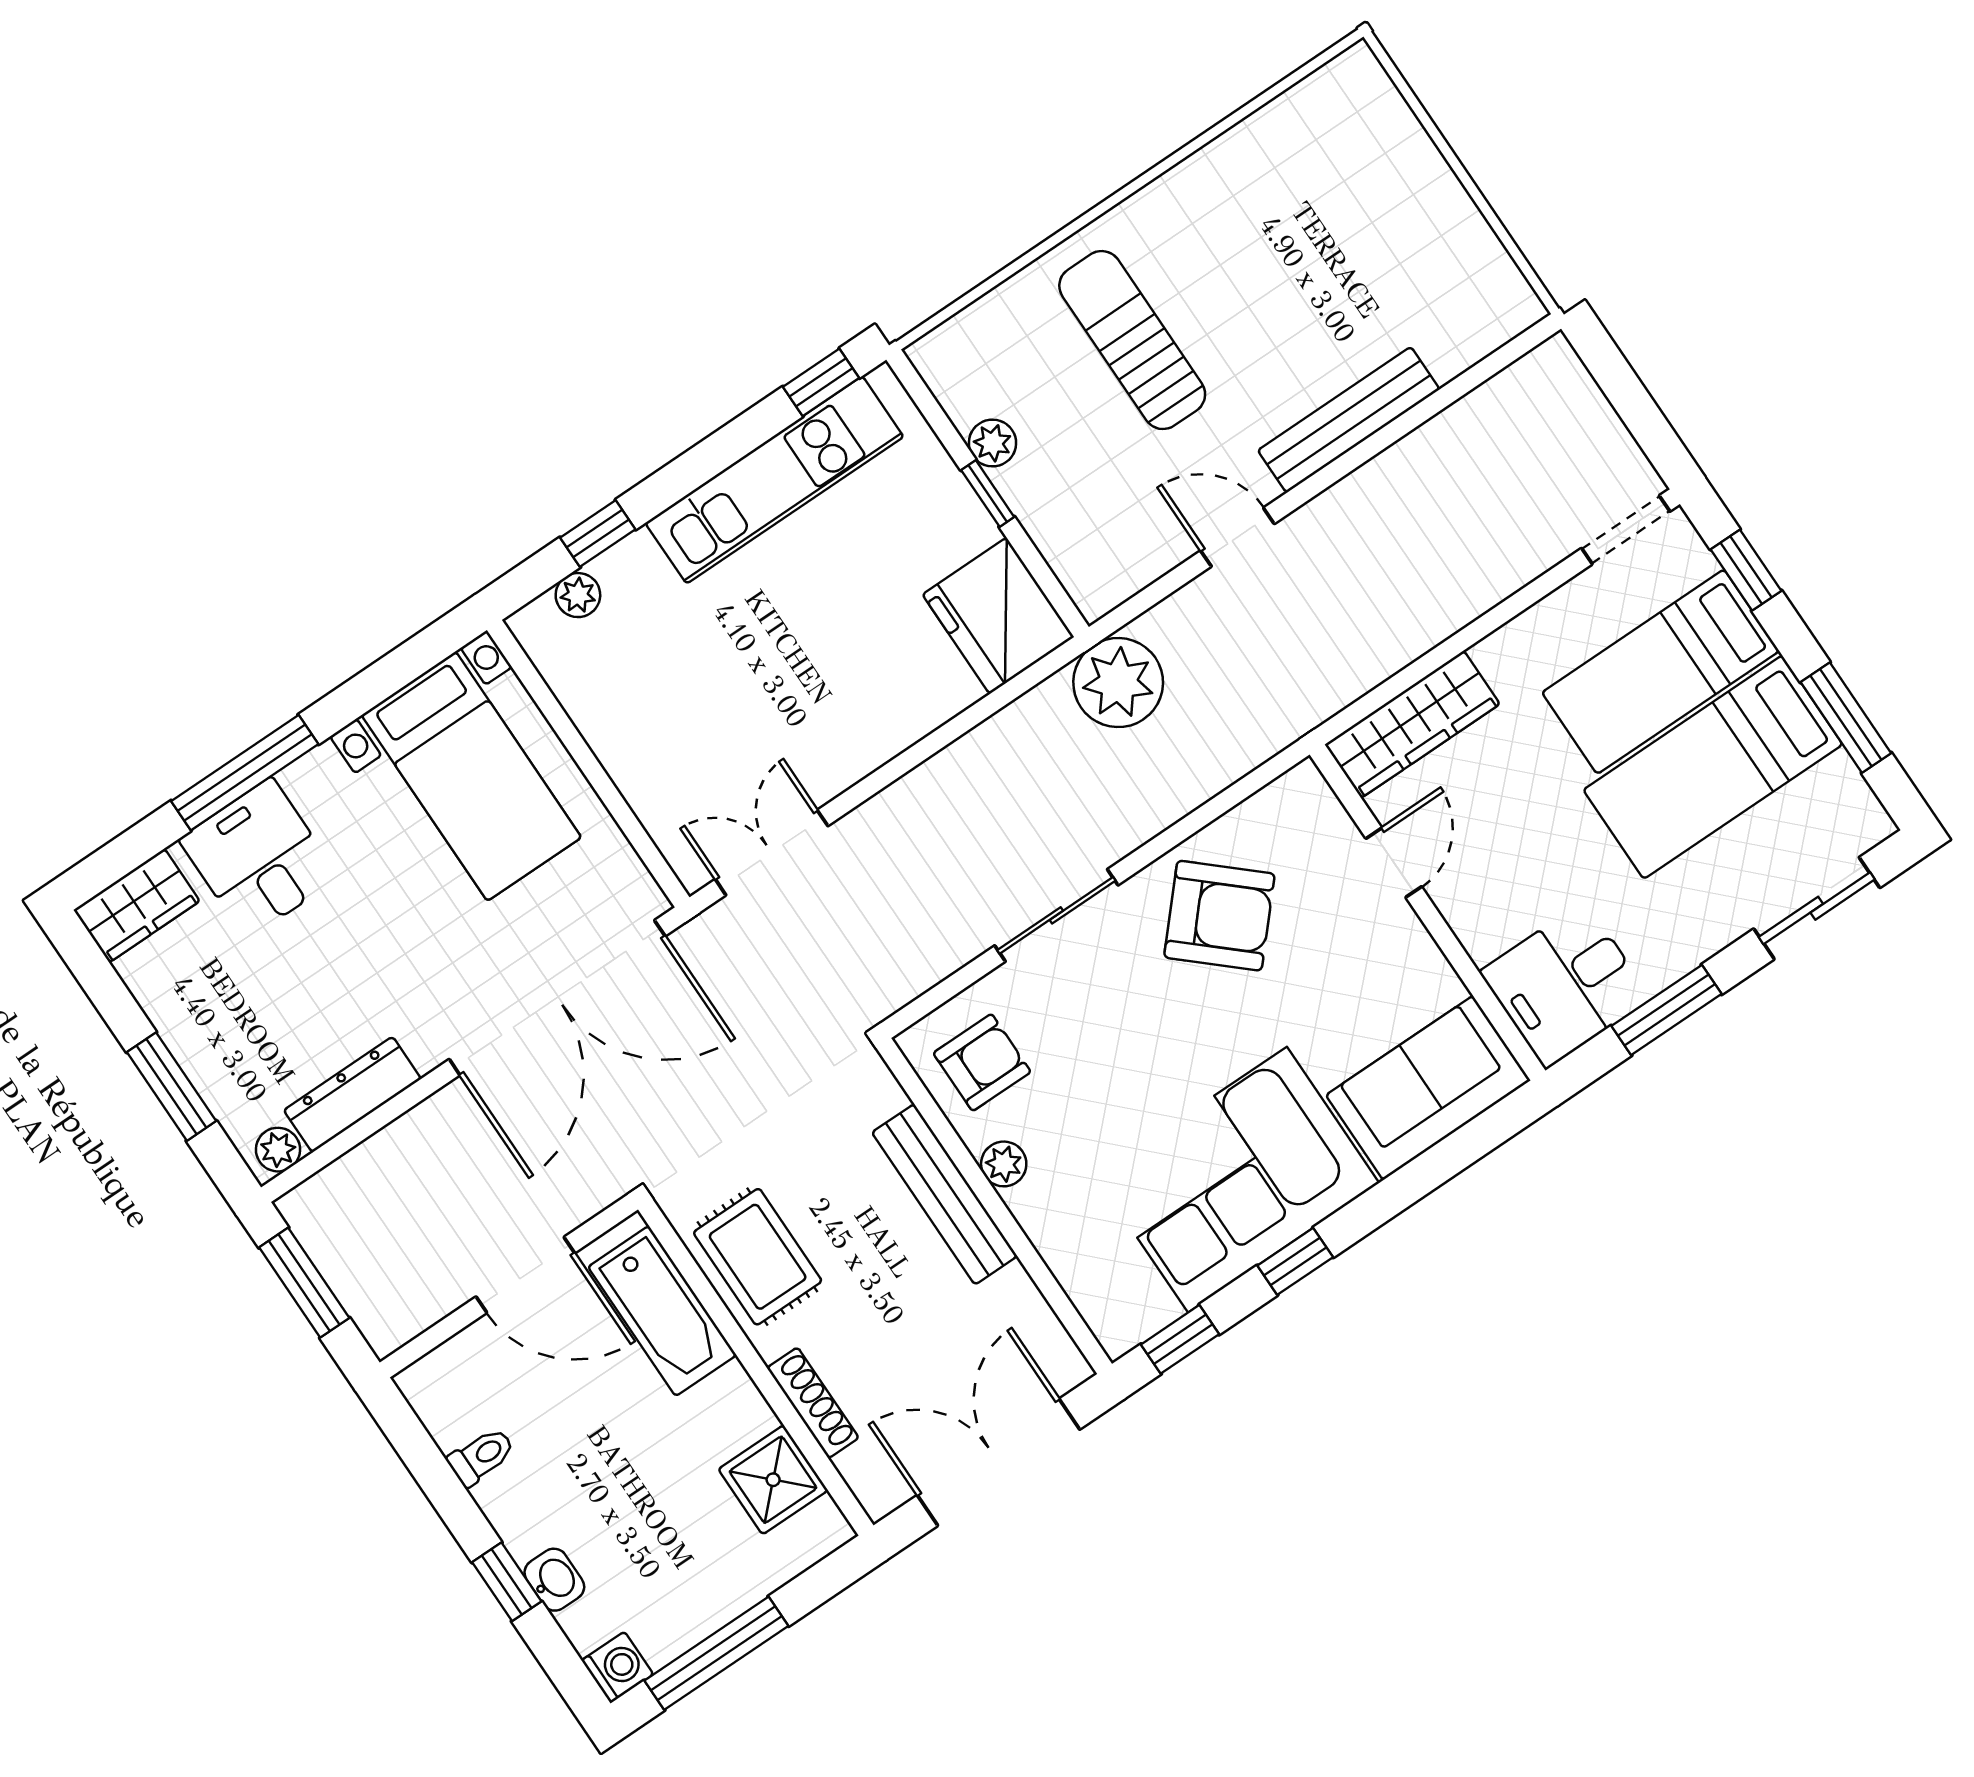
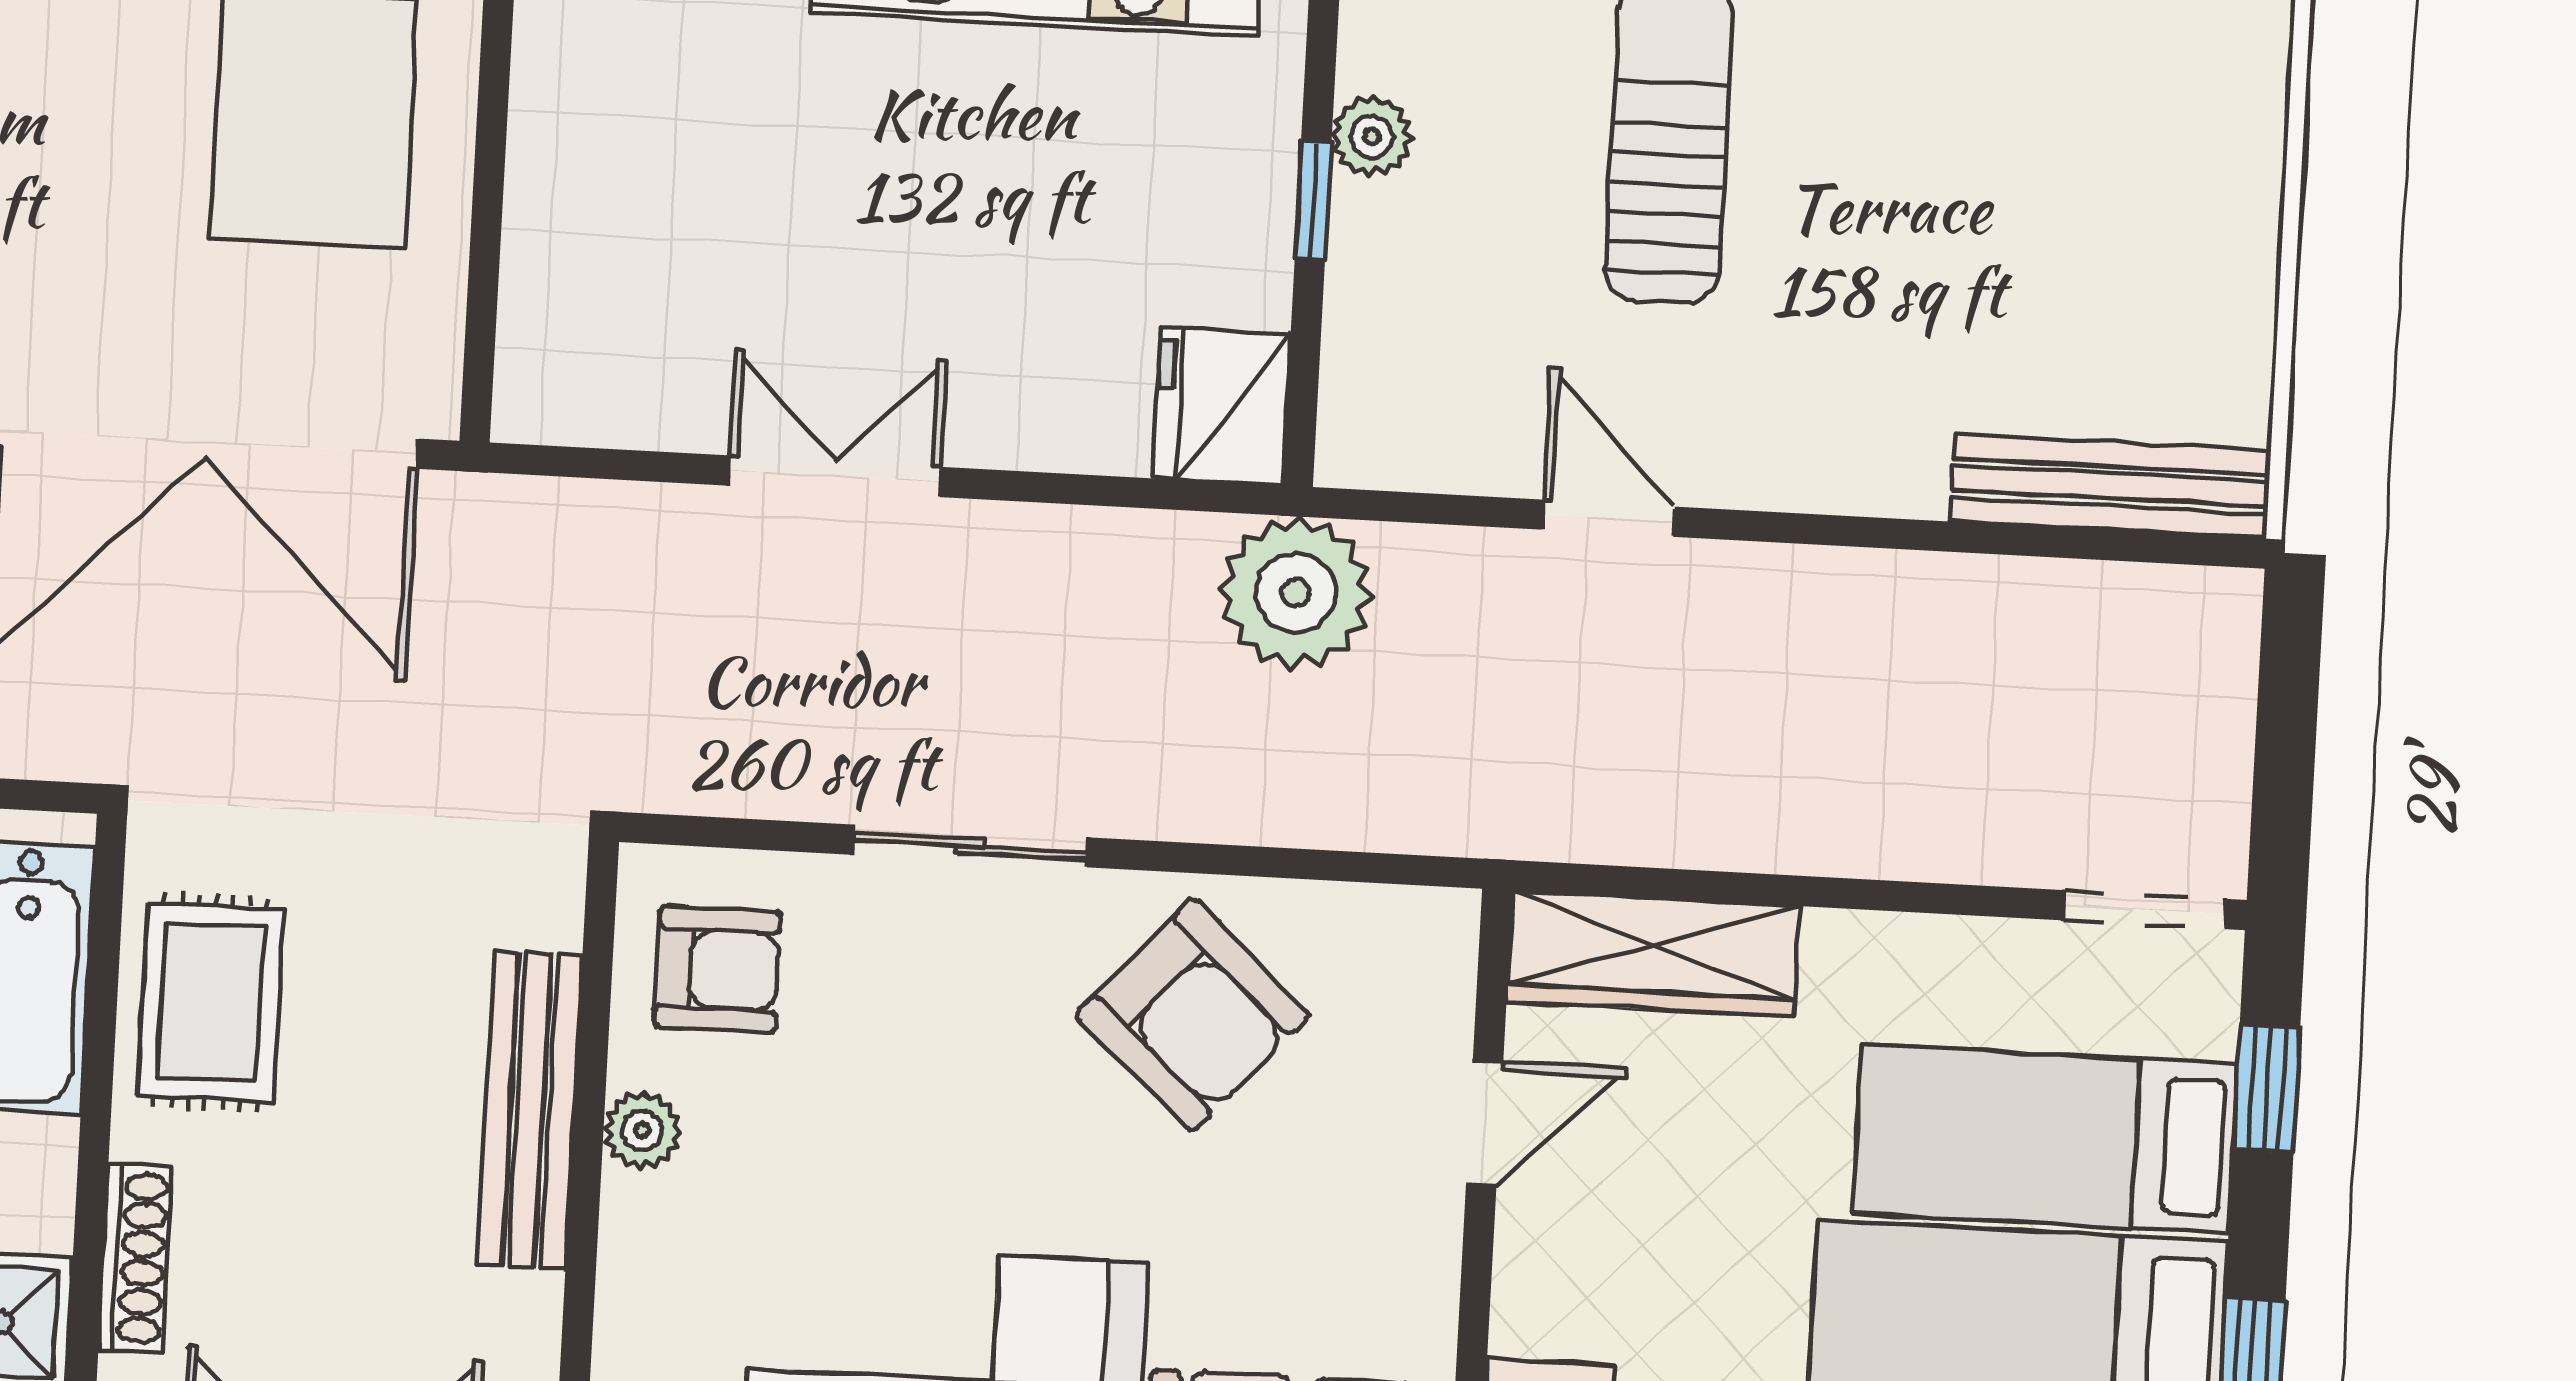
bench: (1349, 420) -> (2111, 486), moved
fridge: (998, 616) -> (1222, 406), width x0.73, depth x0.75
double door: (772, 853) -> (834, 476), moved

